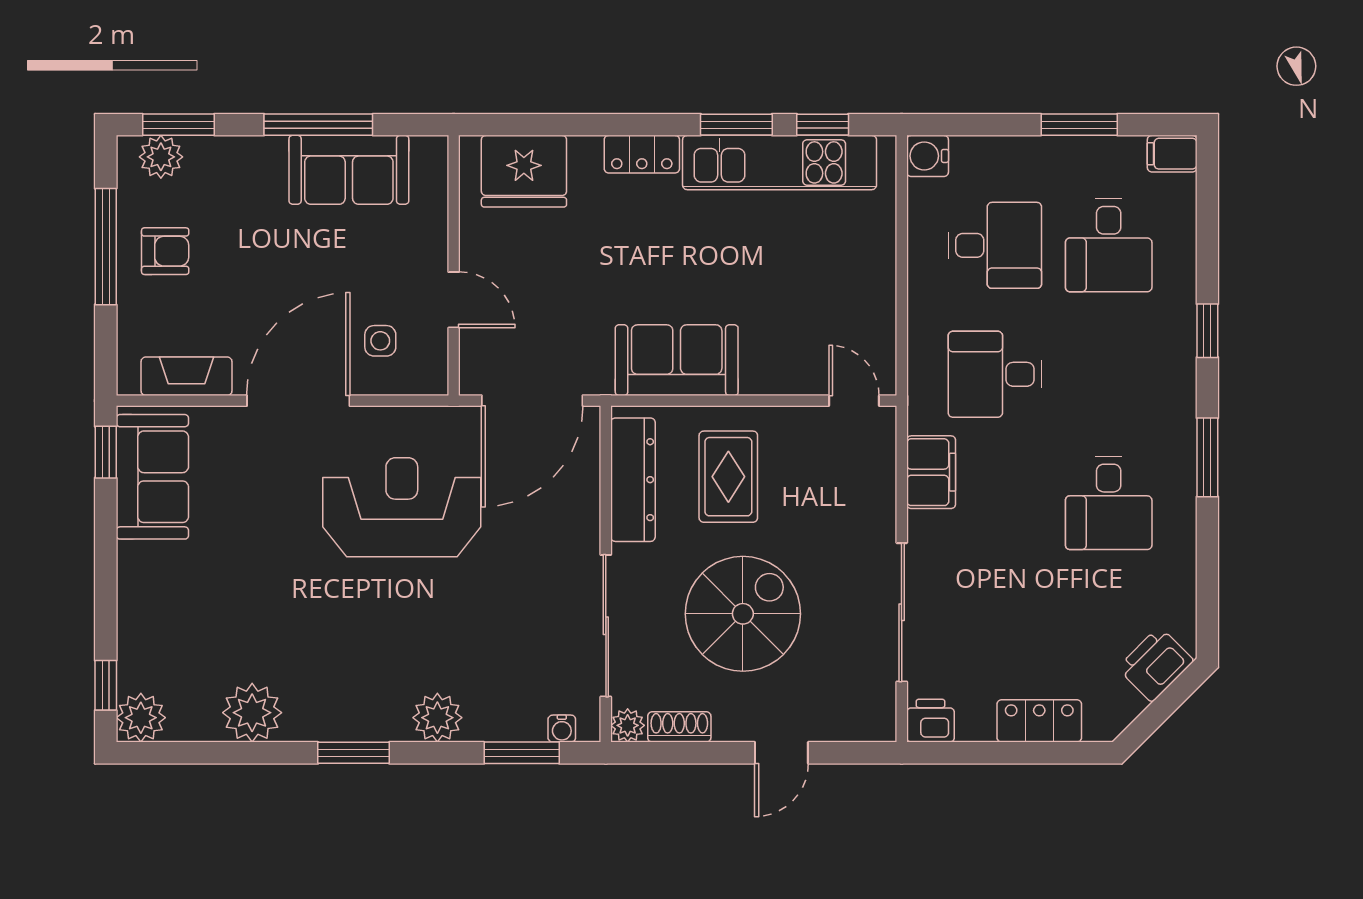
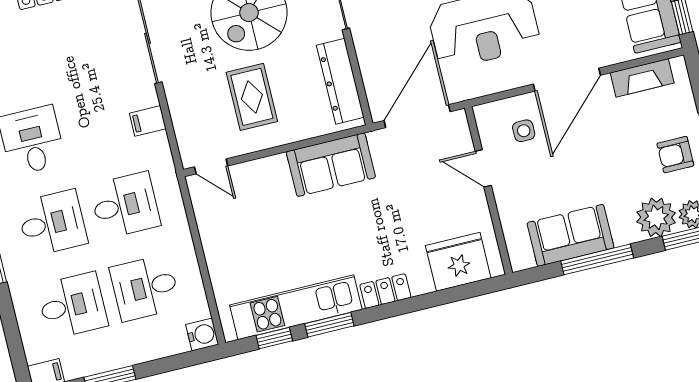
plant: (216, 165) -> (656, 217), added
desk: (1109, 245) -> (72, 306), turned 90
desk: (1109, 374) -> (52, 223), added
filing cabinet: (931, 472) -> (148, 121), width x0.50
rug: (728, 477) -> (252, 97), moved

